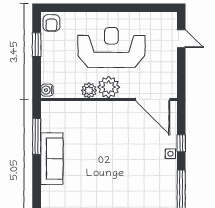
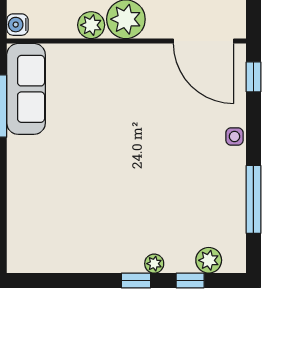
window: (181, 143) -> (253, 77), moved
sofa: (52, 159) -> (26, 89), moved

